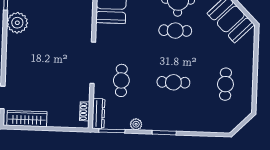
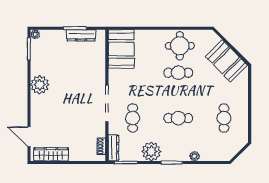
plant: (17, 23) -> (40, 85), moved
plant: (136, 124) -> (151, 152), width x1.88, depth x1.88
plant: (190, 126) -> (195, 156), added

